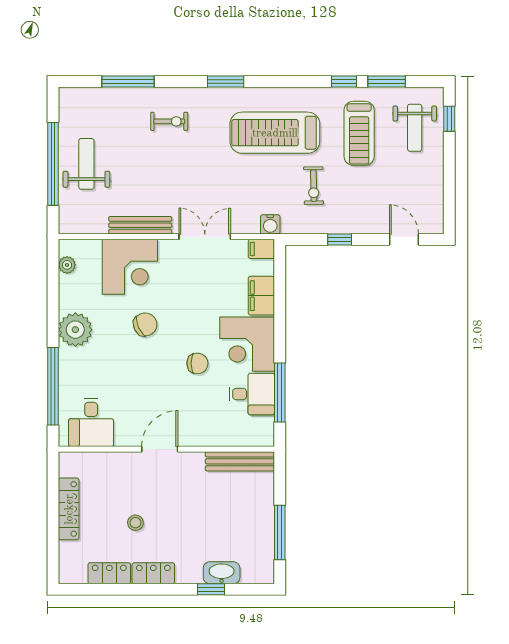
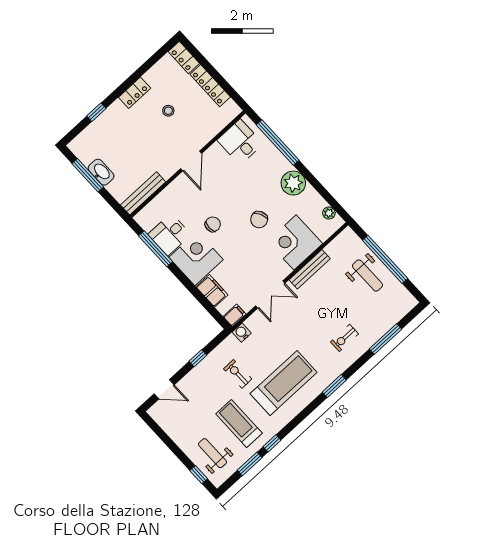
chair: (197, 363) -> (213, 224), turned 180
locker: (109, 573) -> (184, 58), moved, turned 90
washbasin: (222, 573) -> (101, 172), moved, turned -90

